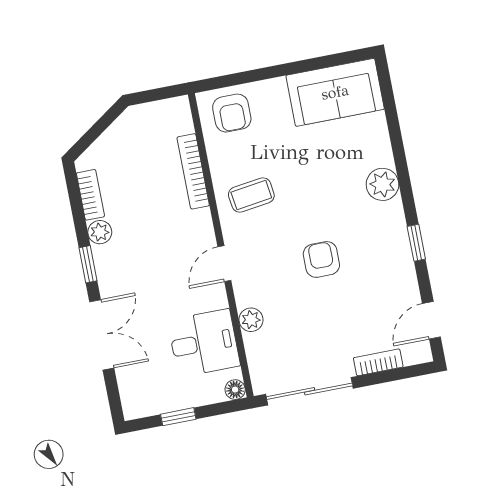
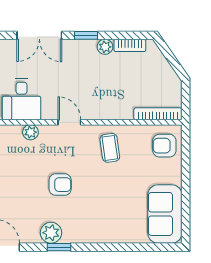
bookcase: (193, 171) -> (158, 114), moved
plant: (382, 184) -> (51, 233), moved

